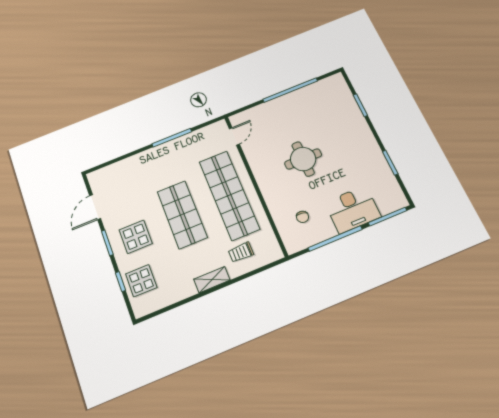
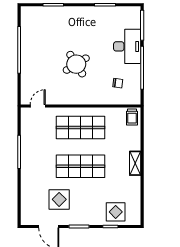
door: (234, 136) -> (38, 106), hinge flipped
round table: (303, 159) -> (76, 64), turned -32
shop shelf: (229, 195) -> (81, 128), width x0.71
display table: (136, 237) -> (59, 199), moved
trolley: (241, 252) -> (132, 117), moved

